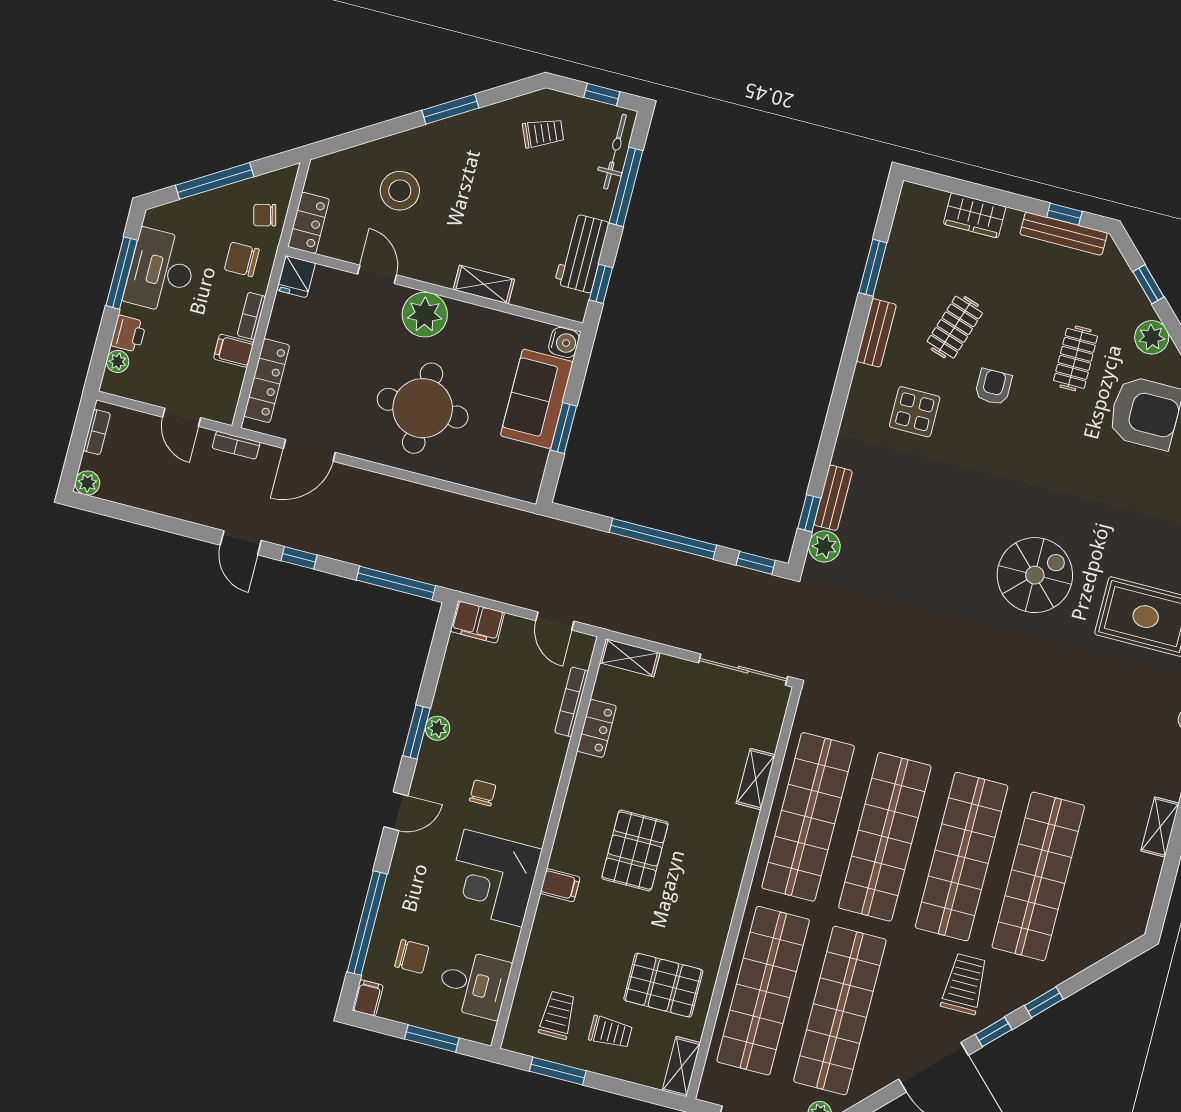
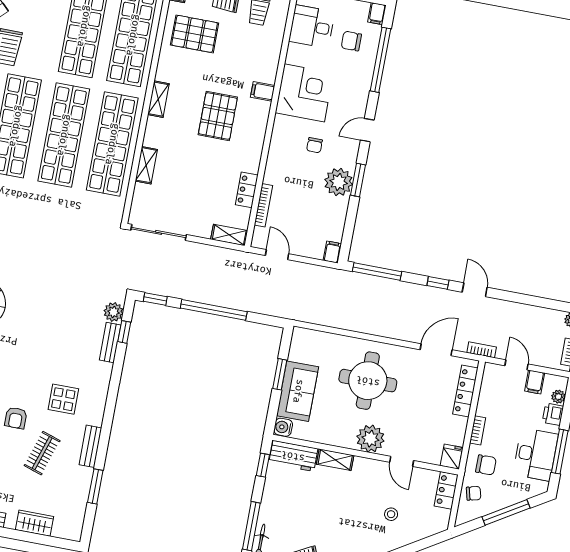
stool: (400, 191) -> (391, 514), width x0.53, depth x0.53
workbench: (582, 253) -> (293, 456), moved, turned 90
filing cabinet: (234, 351) -> (535, 382), moved, turned 90
filing cabinet: (477, 622) -> (332, 252), width x0.50
plant: (438, 728) -> (339, 182), width x1.87, depth x1.87
shelving: (729, 884) -> (158, 99), added

